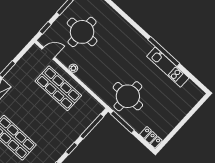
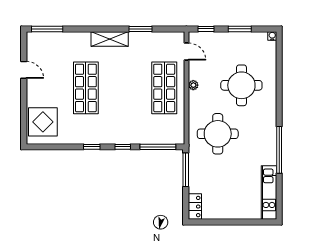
round table: (82, 32) -> (241, 85), moved
kitchen unit: (168, 67) -> (269, 193), moved
round table: (128, 96) -> (218, 134), moved

